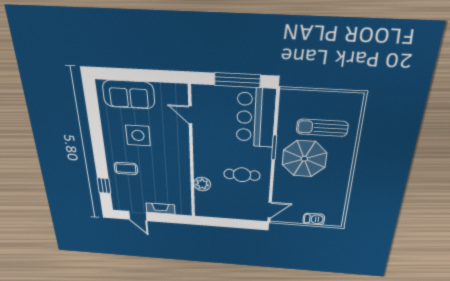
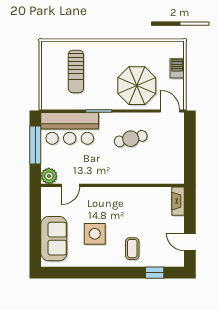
parasol: (304, 159) -> (137, 86), moved
cafe table: (242, 175) -> (131, 139), turned 76
plant: (202, 184) -> (49, 176), moved
fireplace: (160, 209) -> (178, 201), moved
door: (138, 216) -> (190, 242), swing flipped

